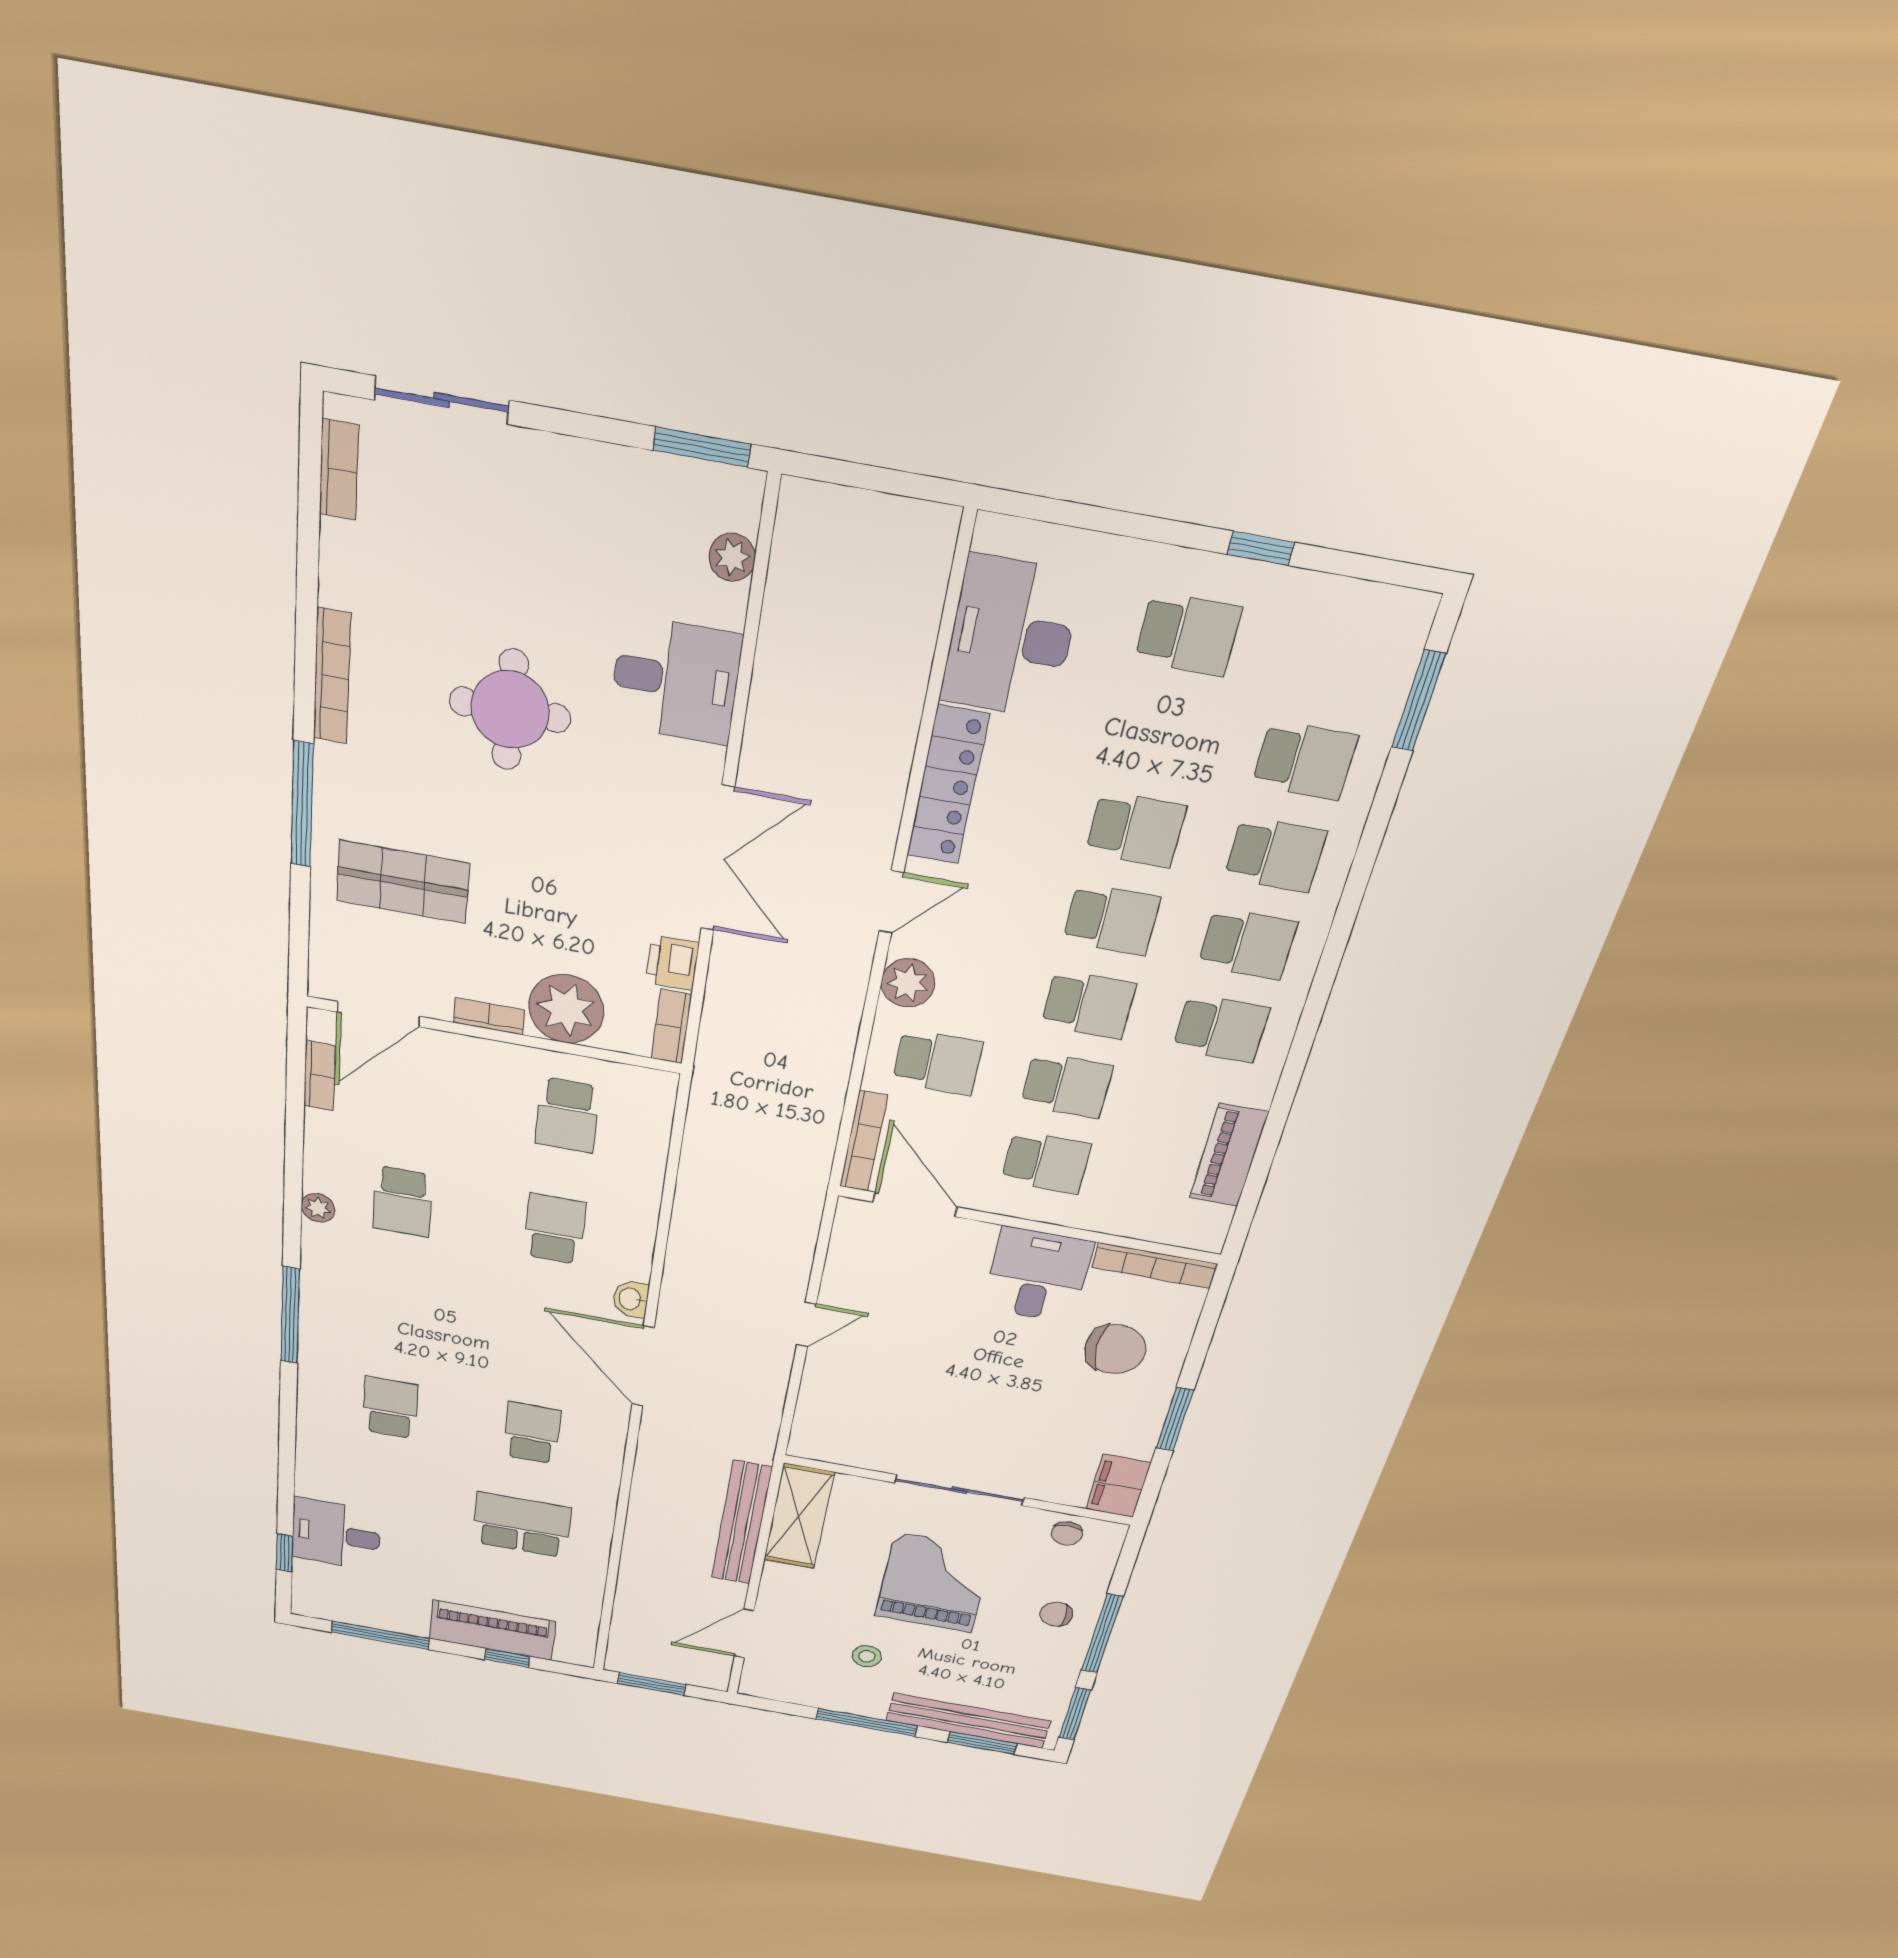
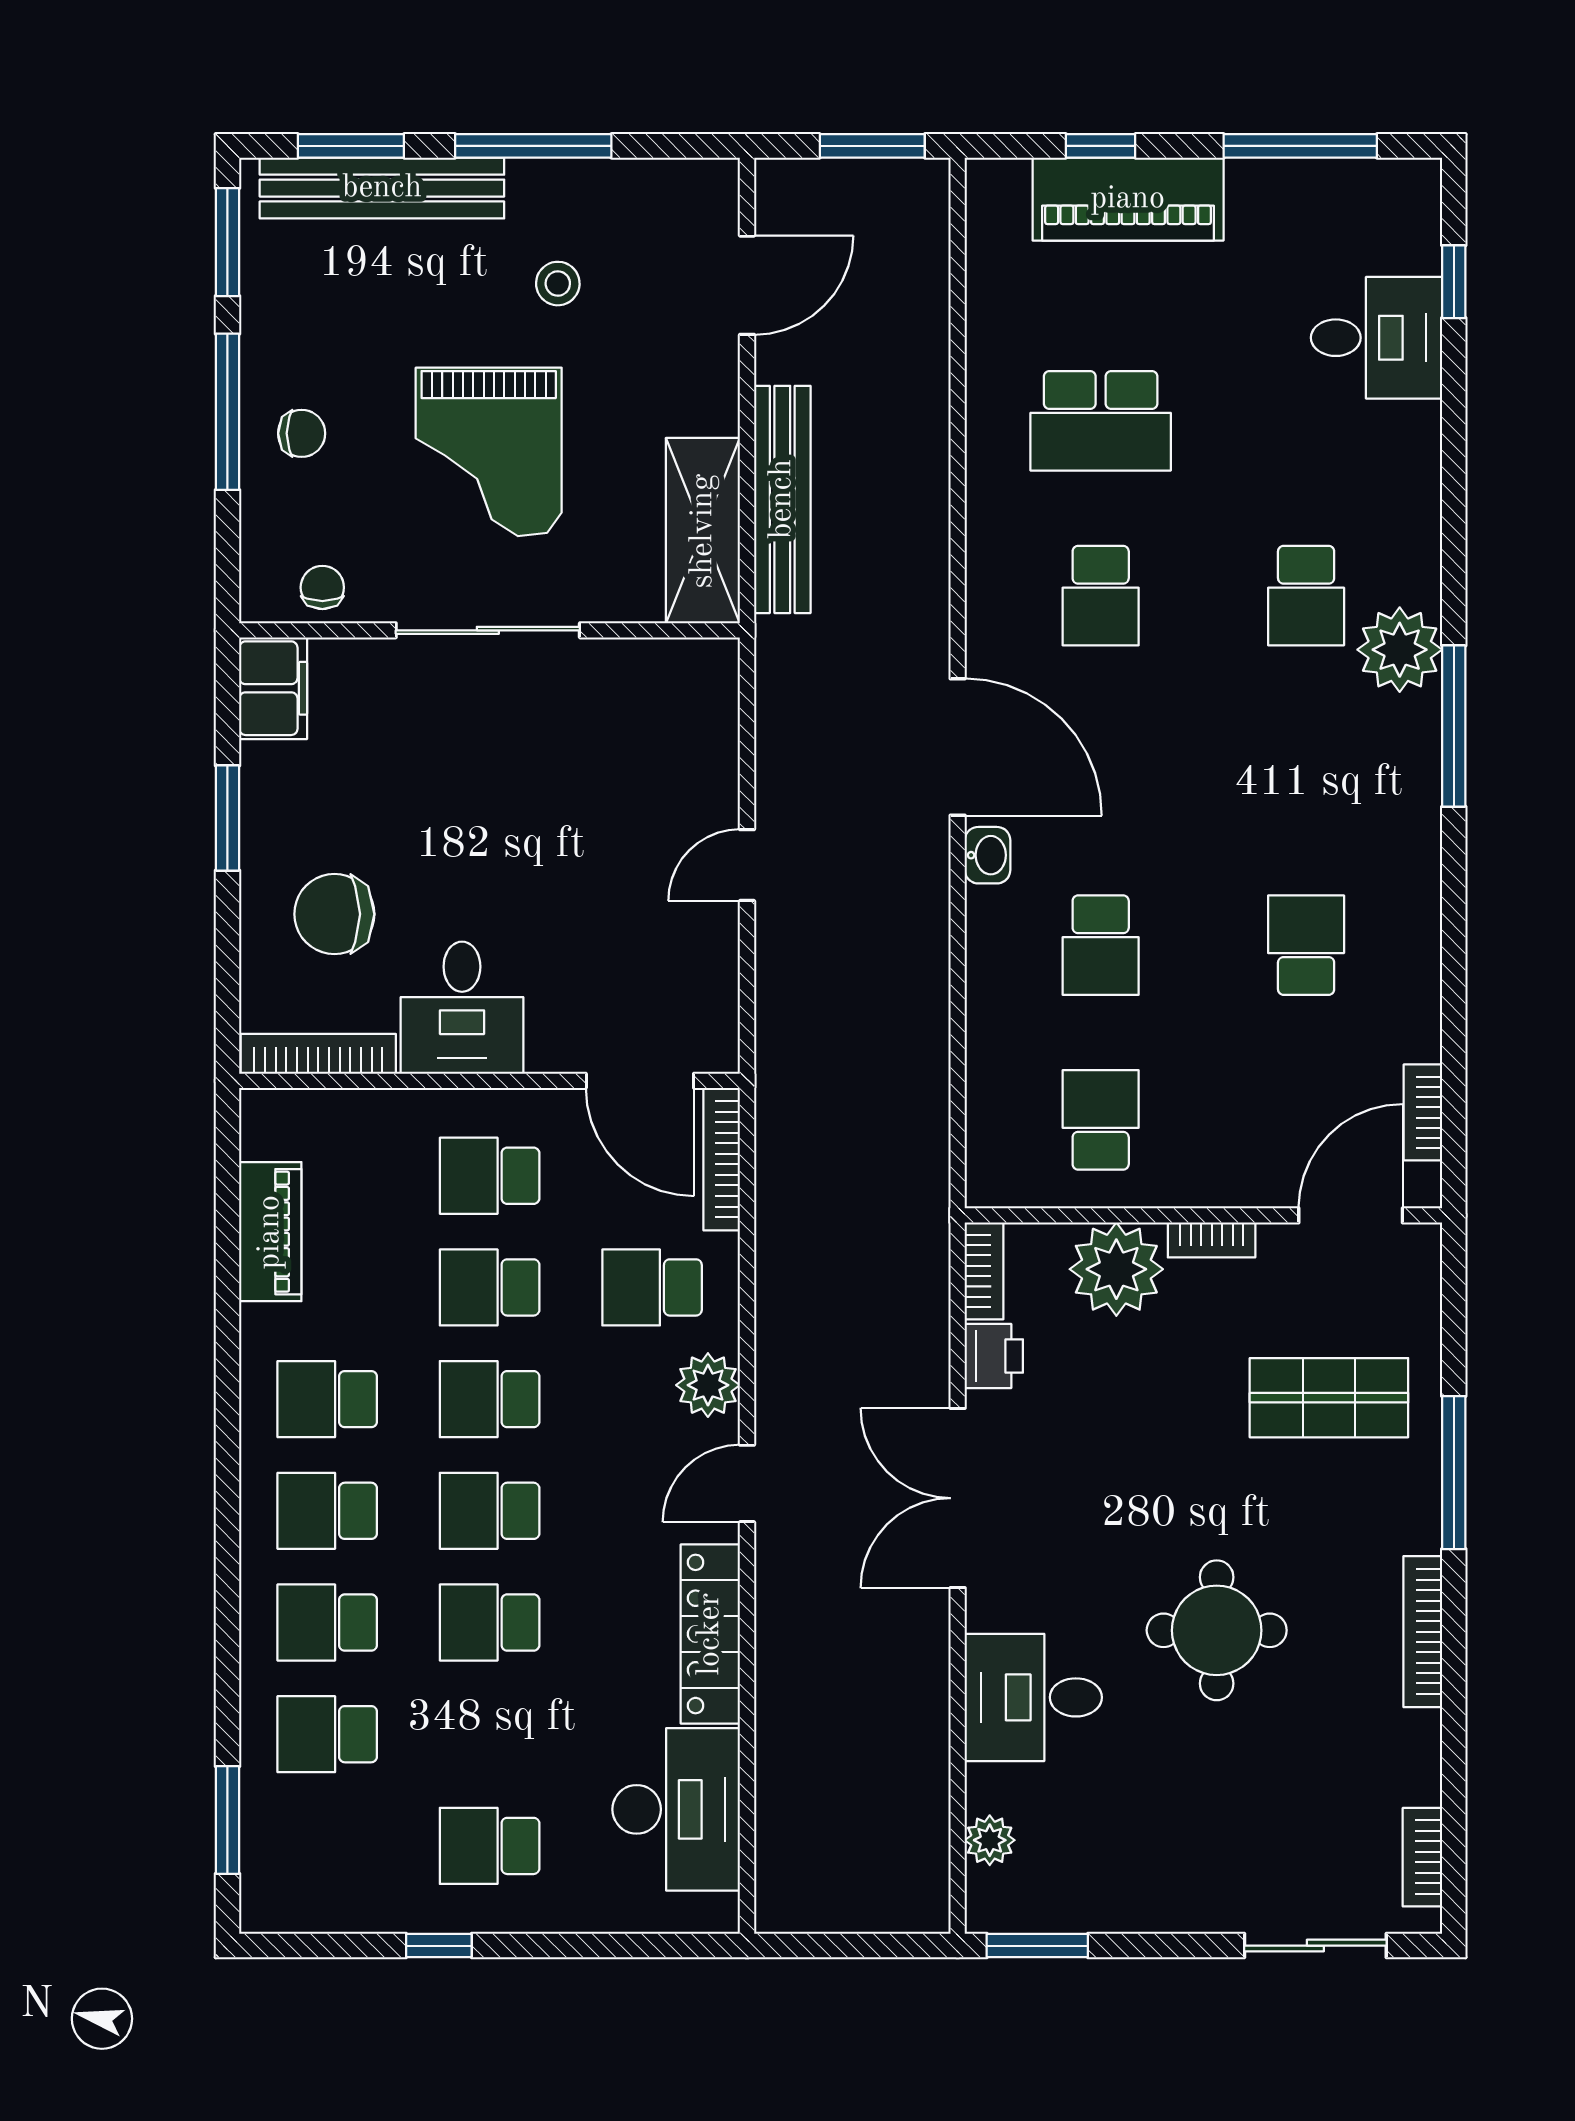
plant: (318, 1208) -> (1400, 650), moved, width x1.87, depth x1.87

